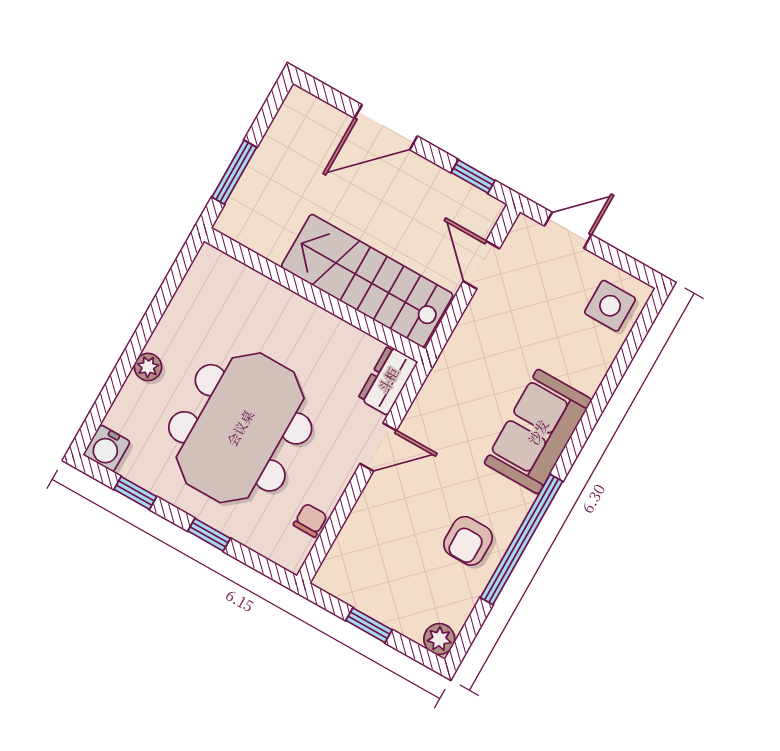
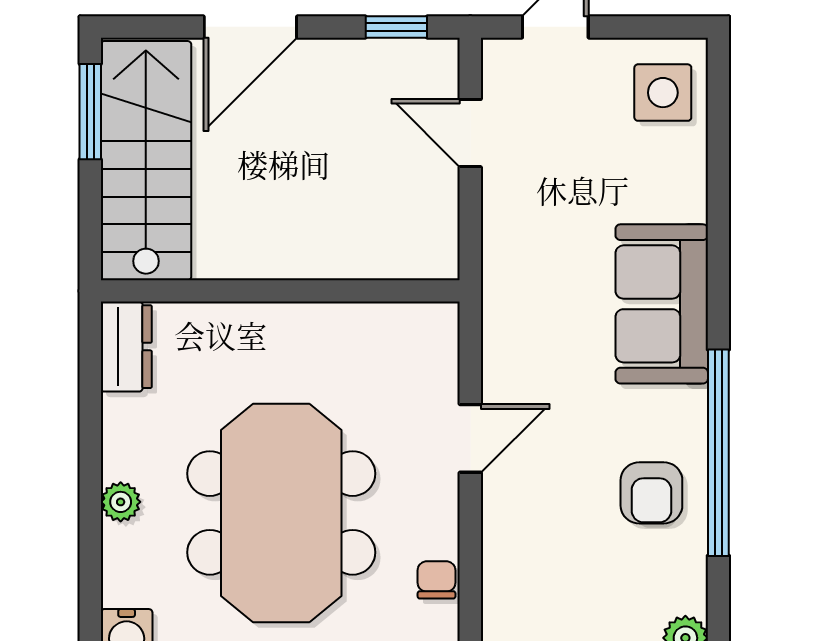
window: (234, 172) -> (90, 112), moved
stairs: (367, 281) -> (146, 161), moved, turned 90
dresser: (388, 380) -> (126, 347), moved, turned 180

